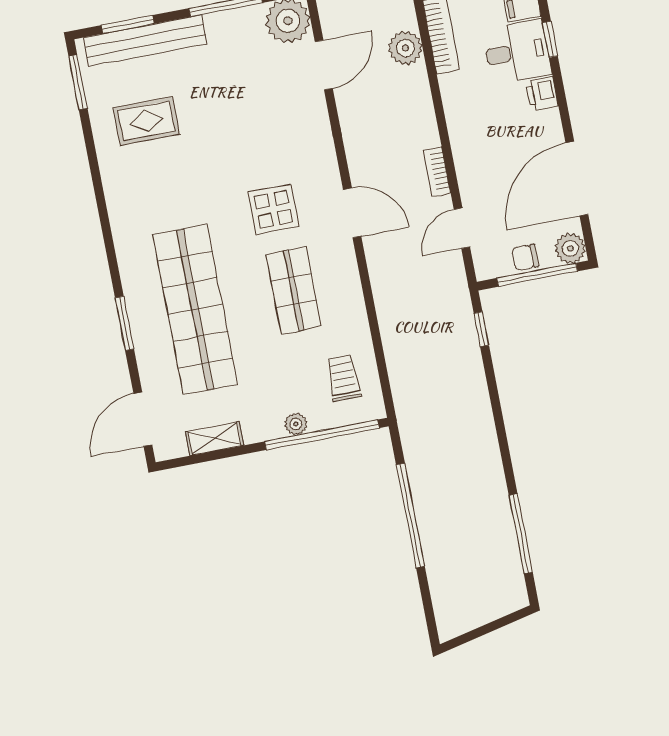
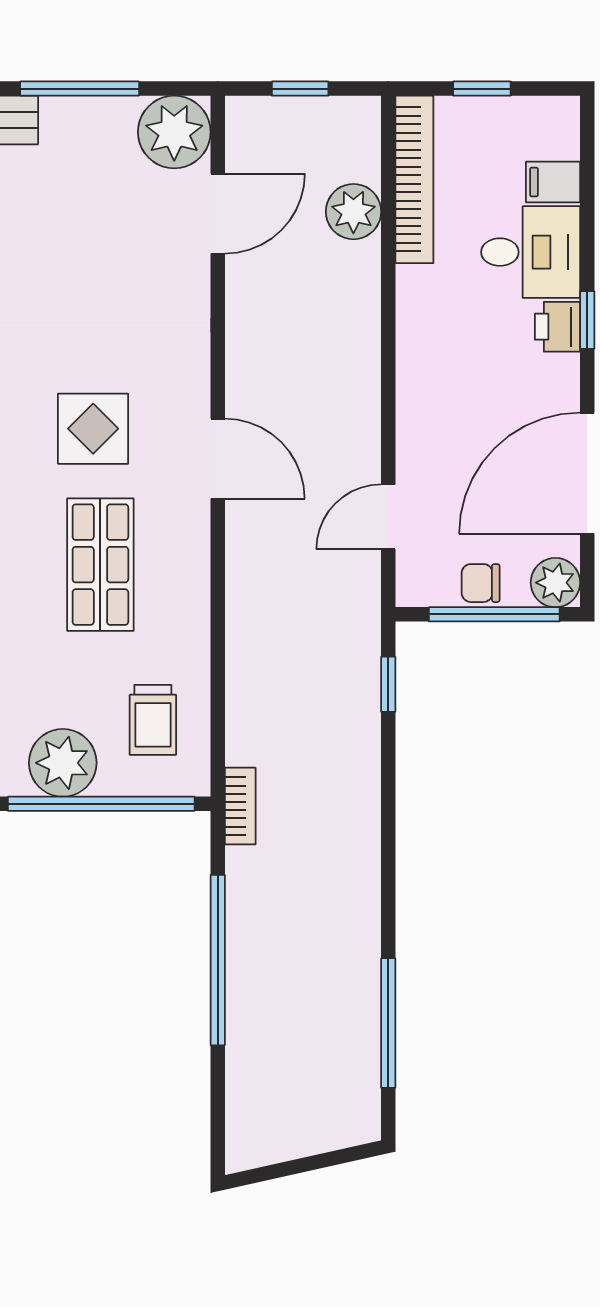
window: (550, 39) -> (587, 320), moved
bookcase: (437, 172) -> (240, 806), moved, turned 180
trolley: (343, 378) -> (153, 720), turned 180
plant: (296, 424) -> (63, 763), width x1.87, depth x1.87

